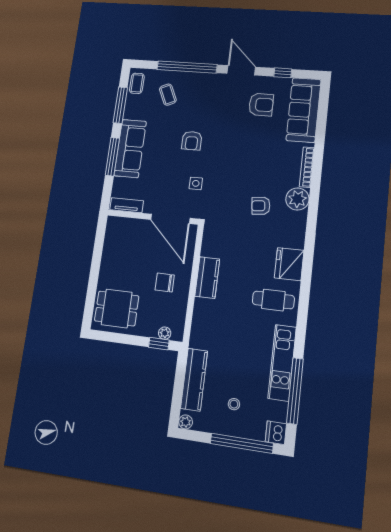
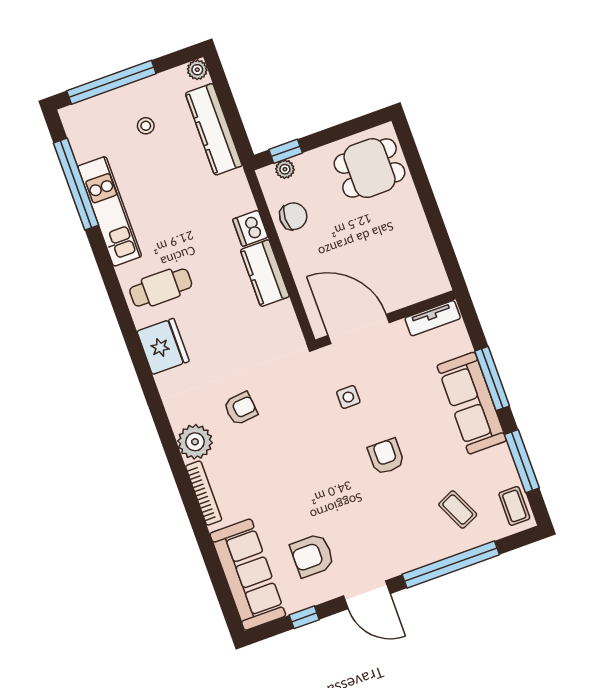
chair: (165, 283) -> (293, 216), moved
dishwasher: (276, 433) -> (250, 228), moved, turned 180

